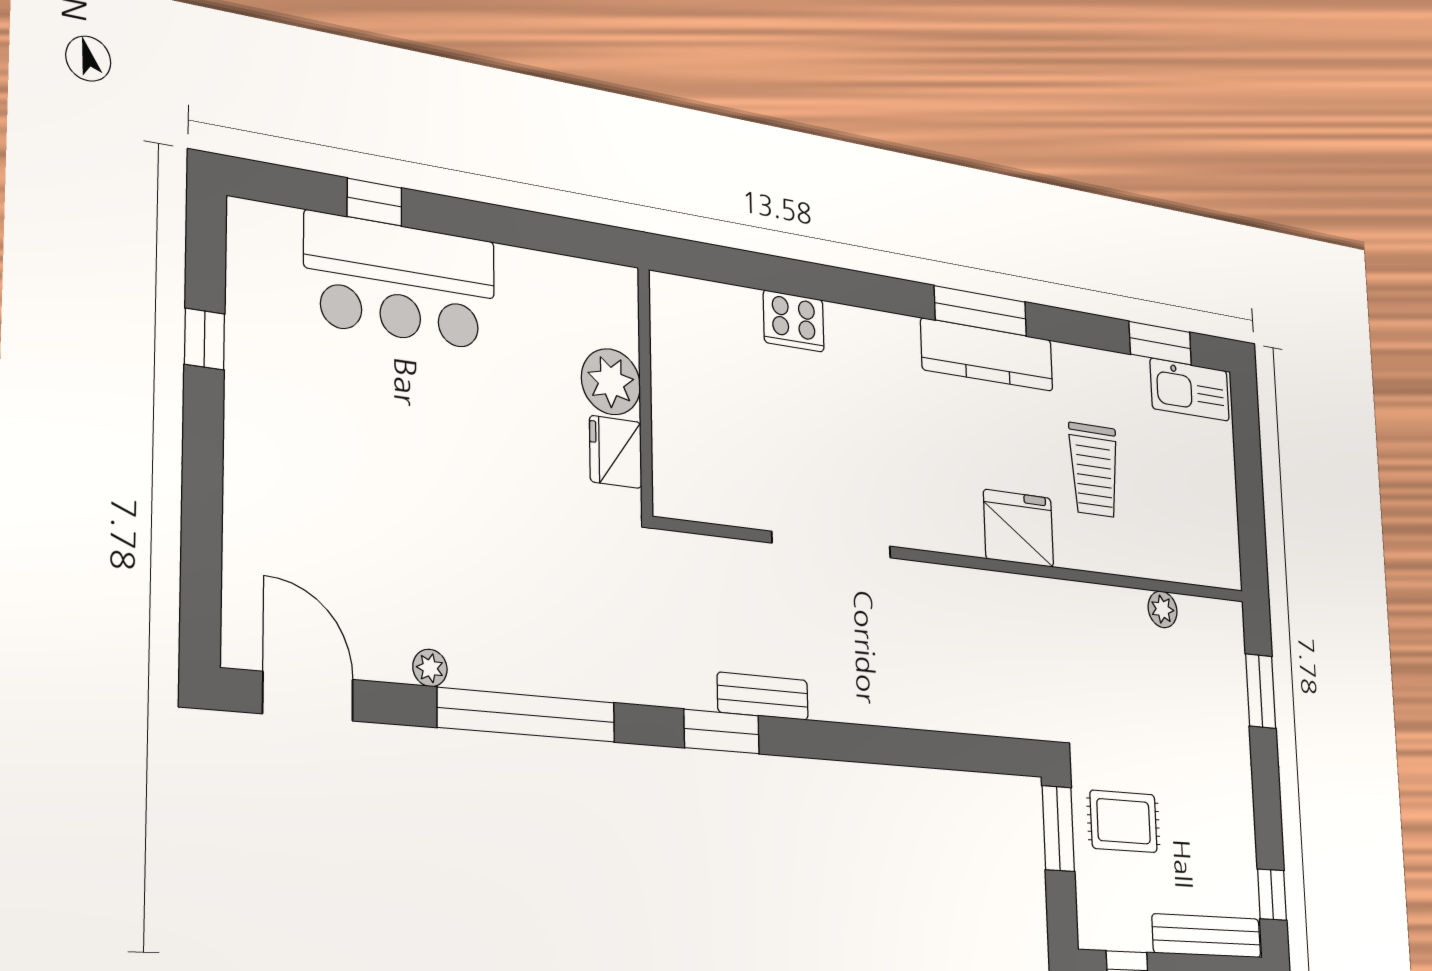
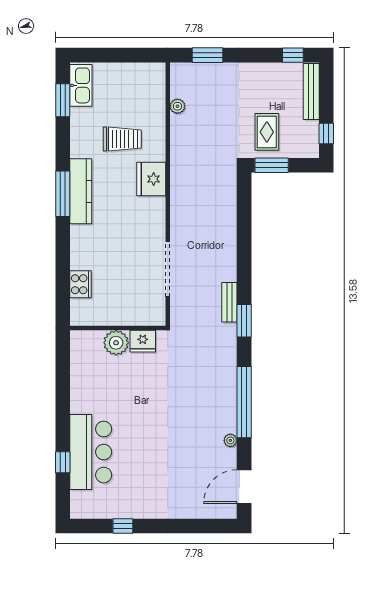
plant: (611, 382) -> (116, 343), moved
wall: (645, 391) -> (118, 328), moved
fridge: (616, 452) -> (143, 341), moved

